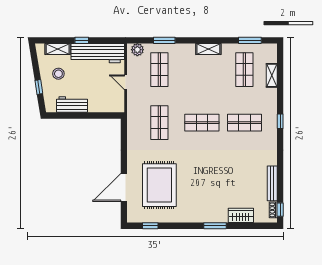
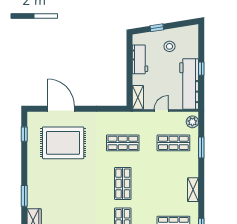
shelving: (58, 49) -> (138, 97), moved

